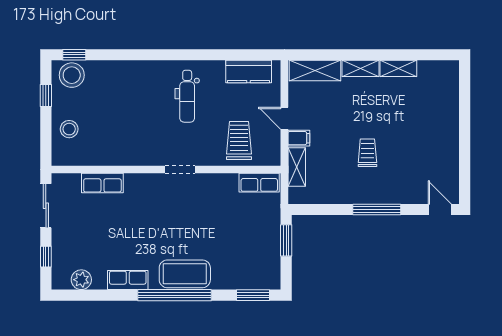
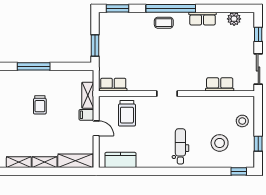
stool: (72, 75) -> (220, 143), moved
dental chair: (187, 96) -> (180, 146), moved
coffee table: (185, 274) -> (164, 23), width x0.54, depth x0.58

